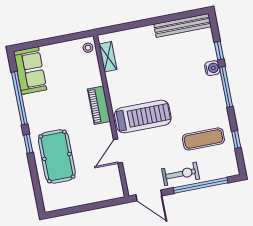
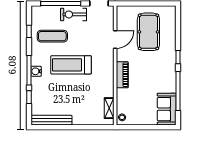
water cooler: (212, 68) -> (36, 71), moved
treadmill: (143, 116) -> (71, 65), moved
pool table: (57, 156) -> (148, 32), moved

